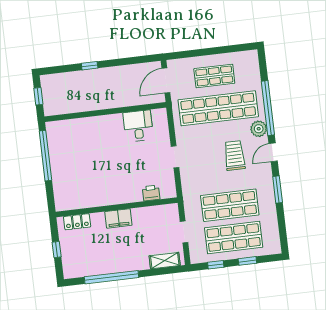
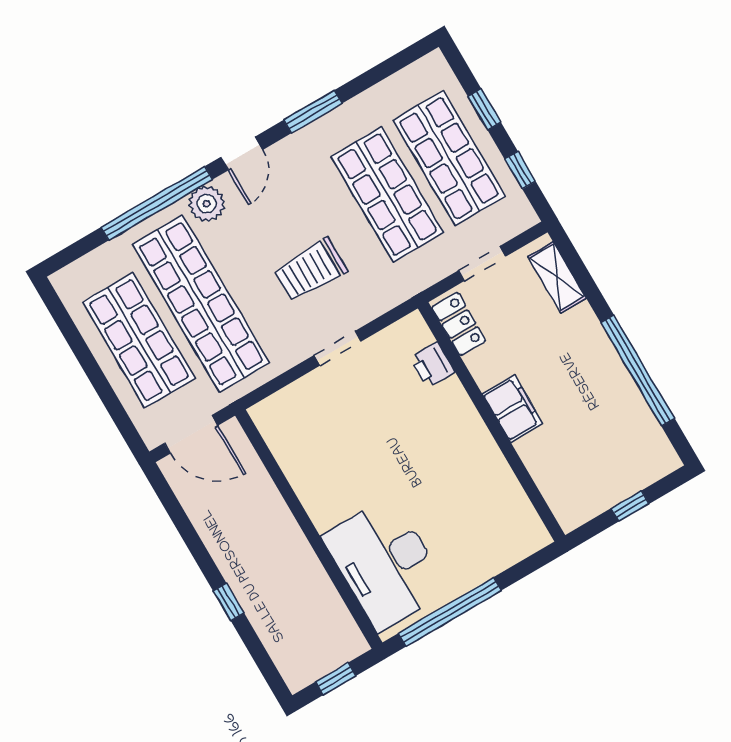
shop shelf: (214, 76) -> (139, 340), width x1.43, depth x1.36
desk: (138, 126) -> (385, 564), moved, width x1.87, depth x1.30
door: (273, 152) -> (242, 153), hinge flipped
trolley: (235, 156) -> (311, 270), moved
locker: (77, 222) -> (459, 324), moved

